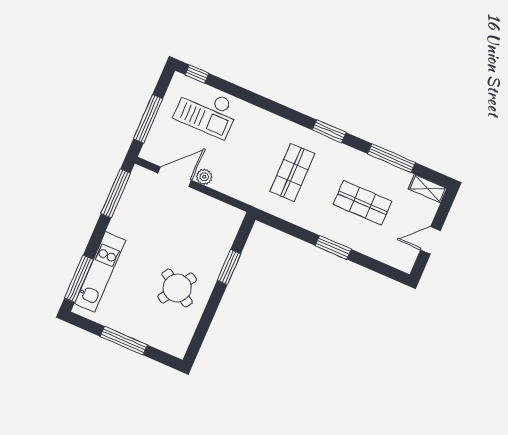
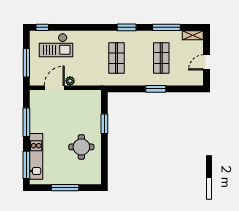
window: (116, 193) -> (26, 122), moved
shop shelf: (362, 203) -> (161, 58), turned 90
round table: (177, 288) -> (81, 147), turned -32

